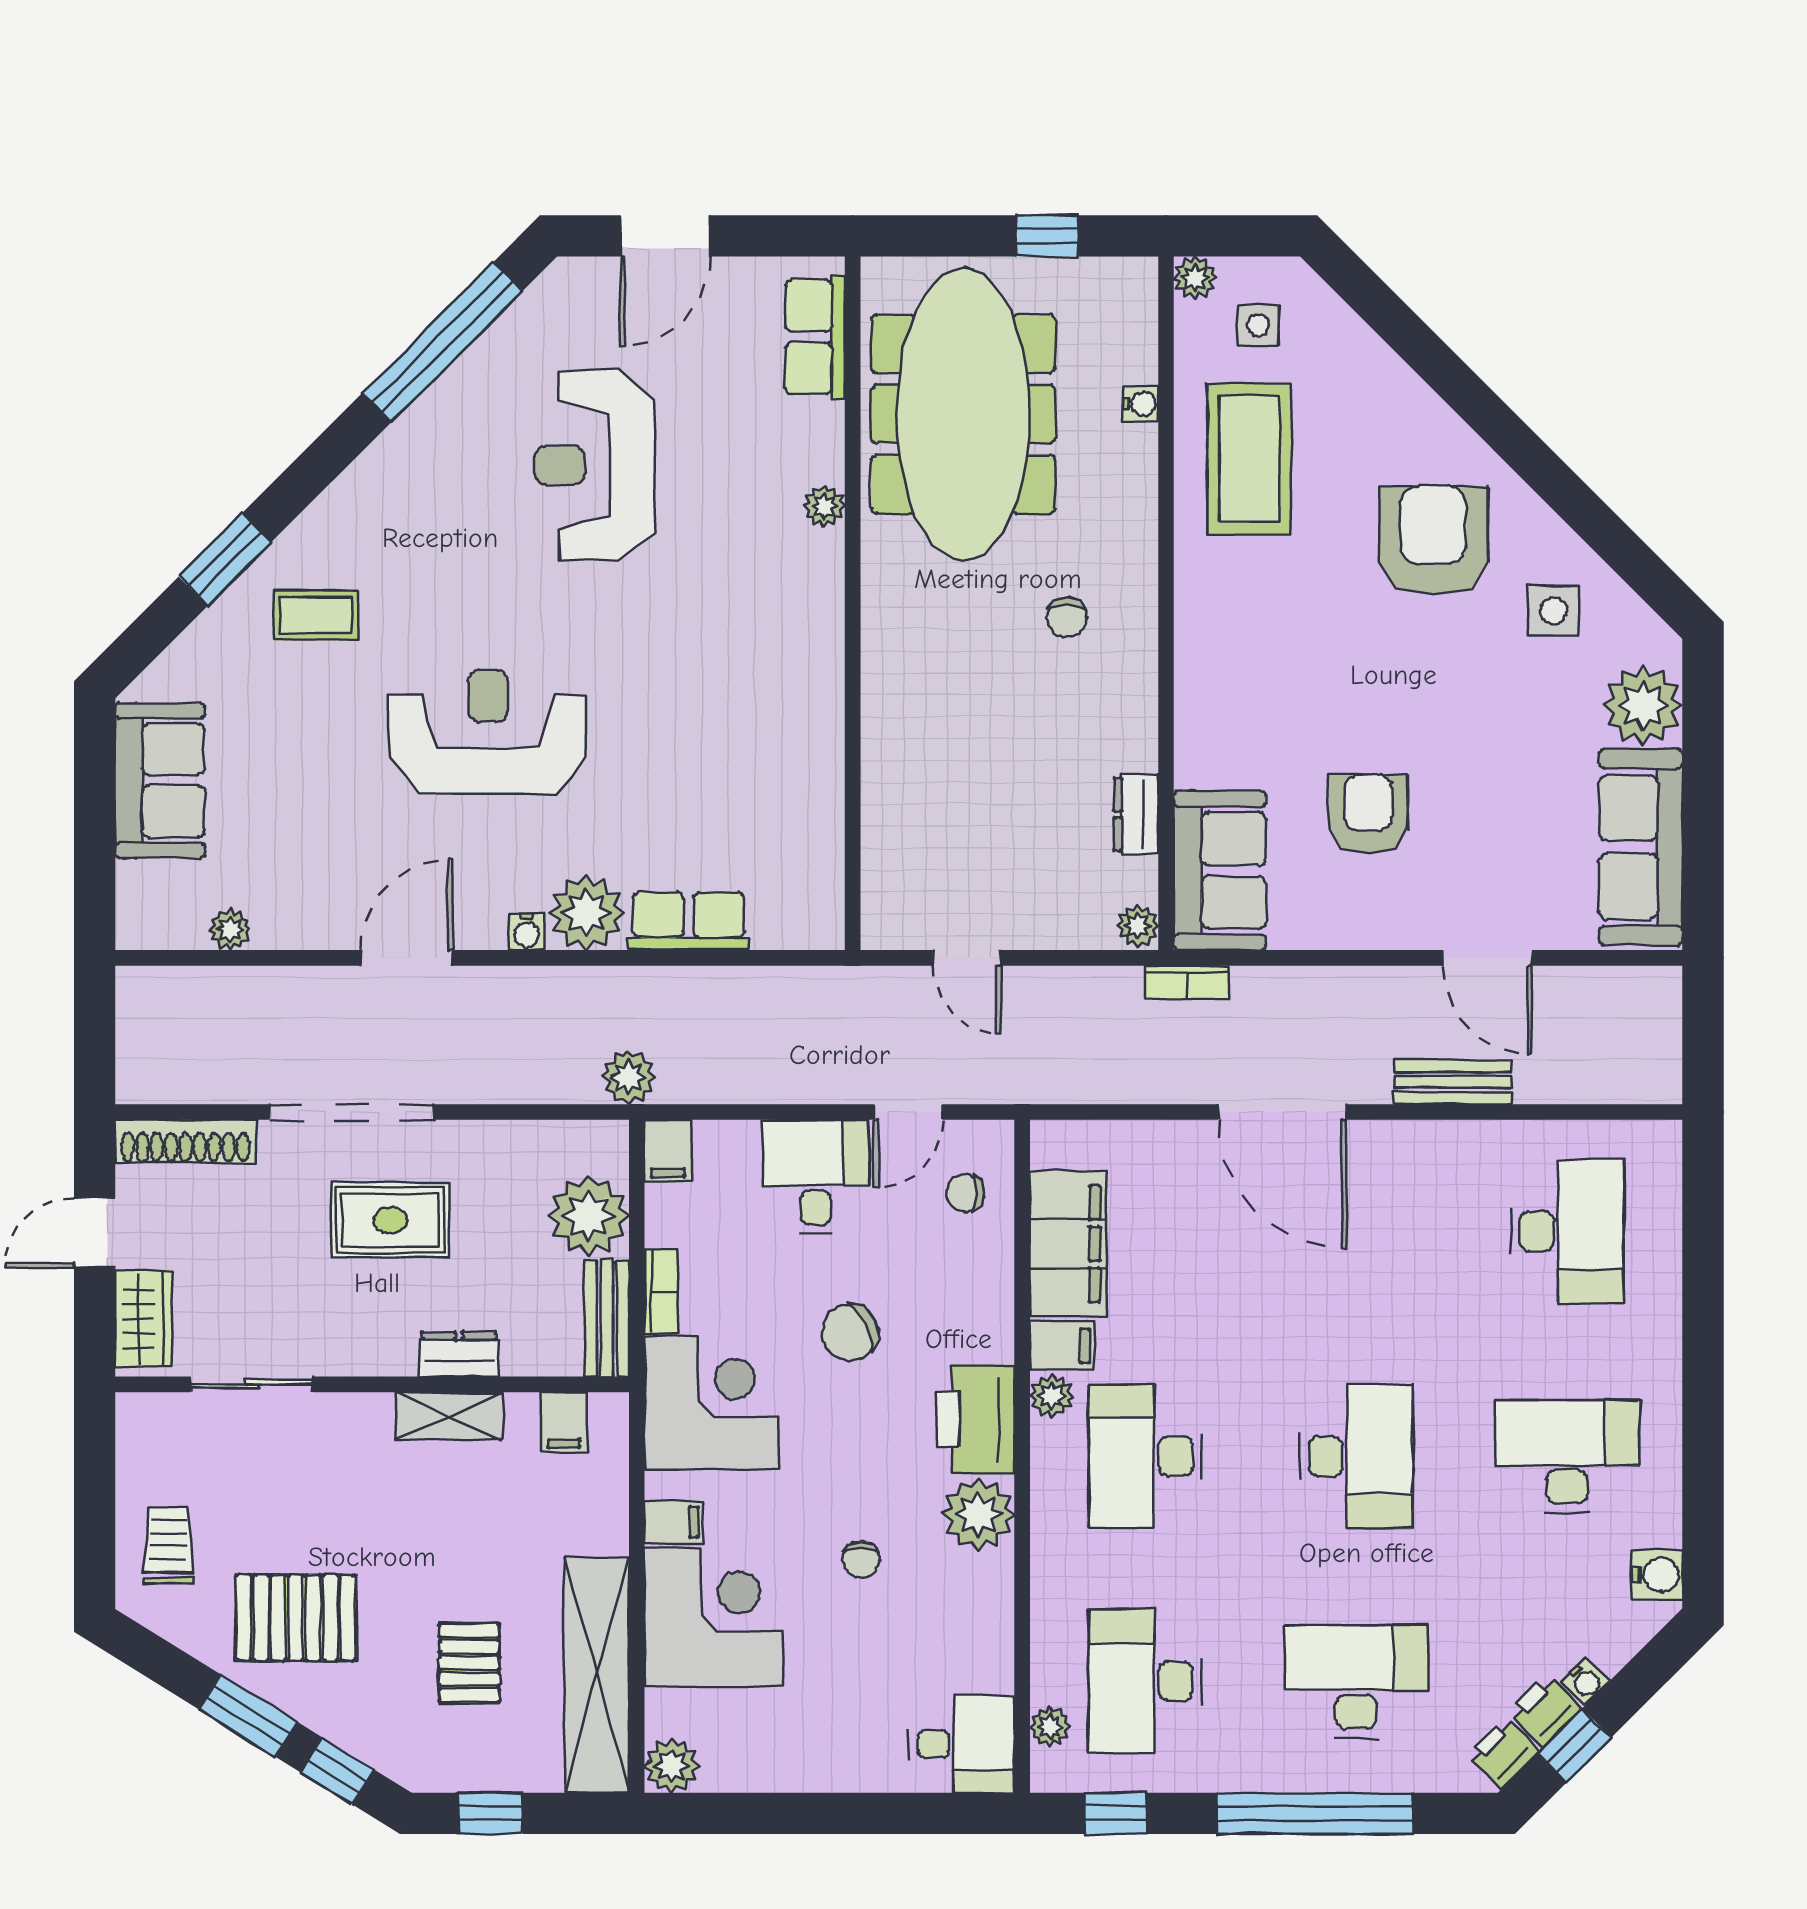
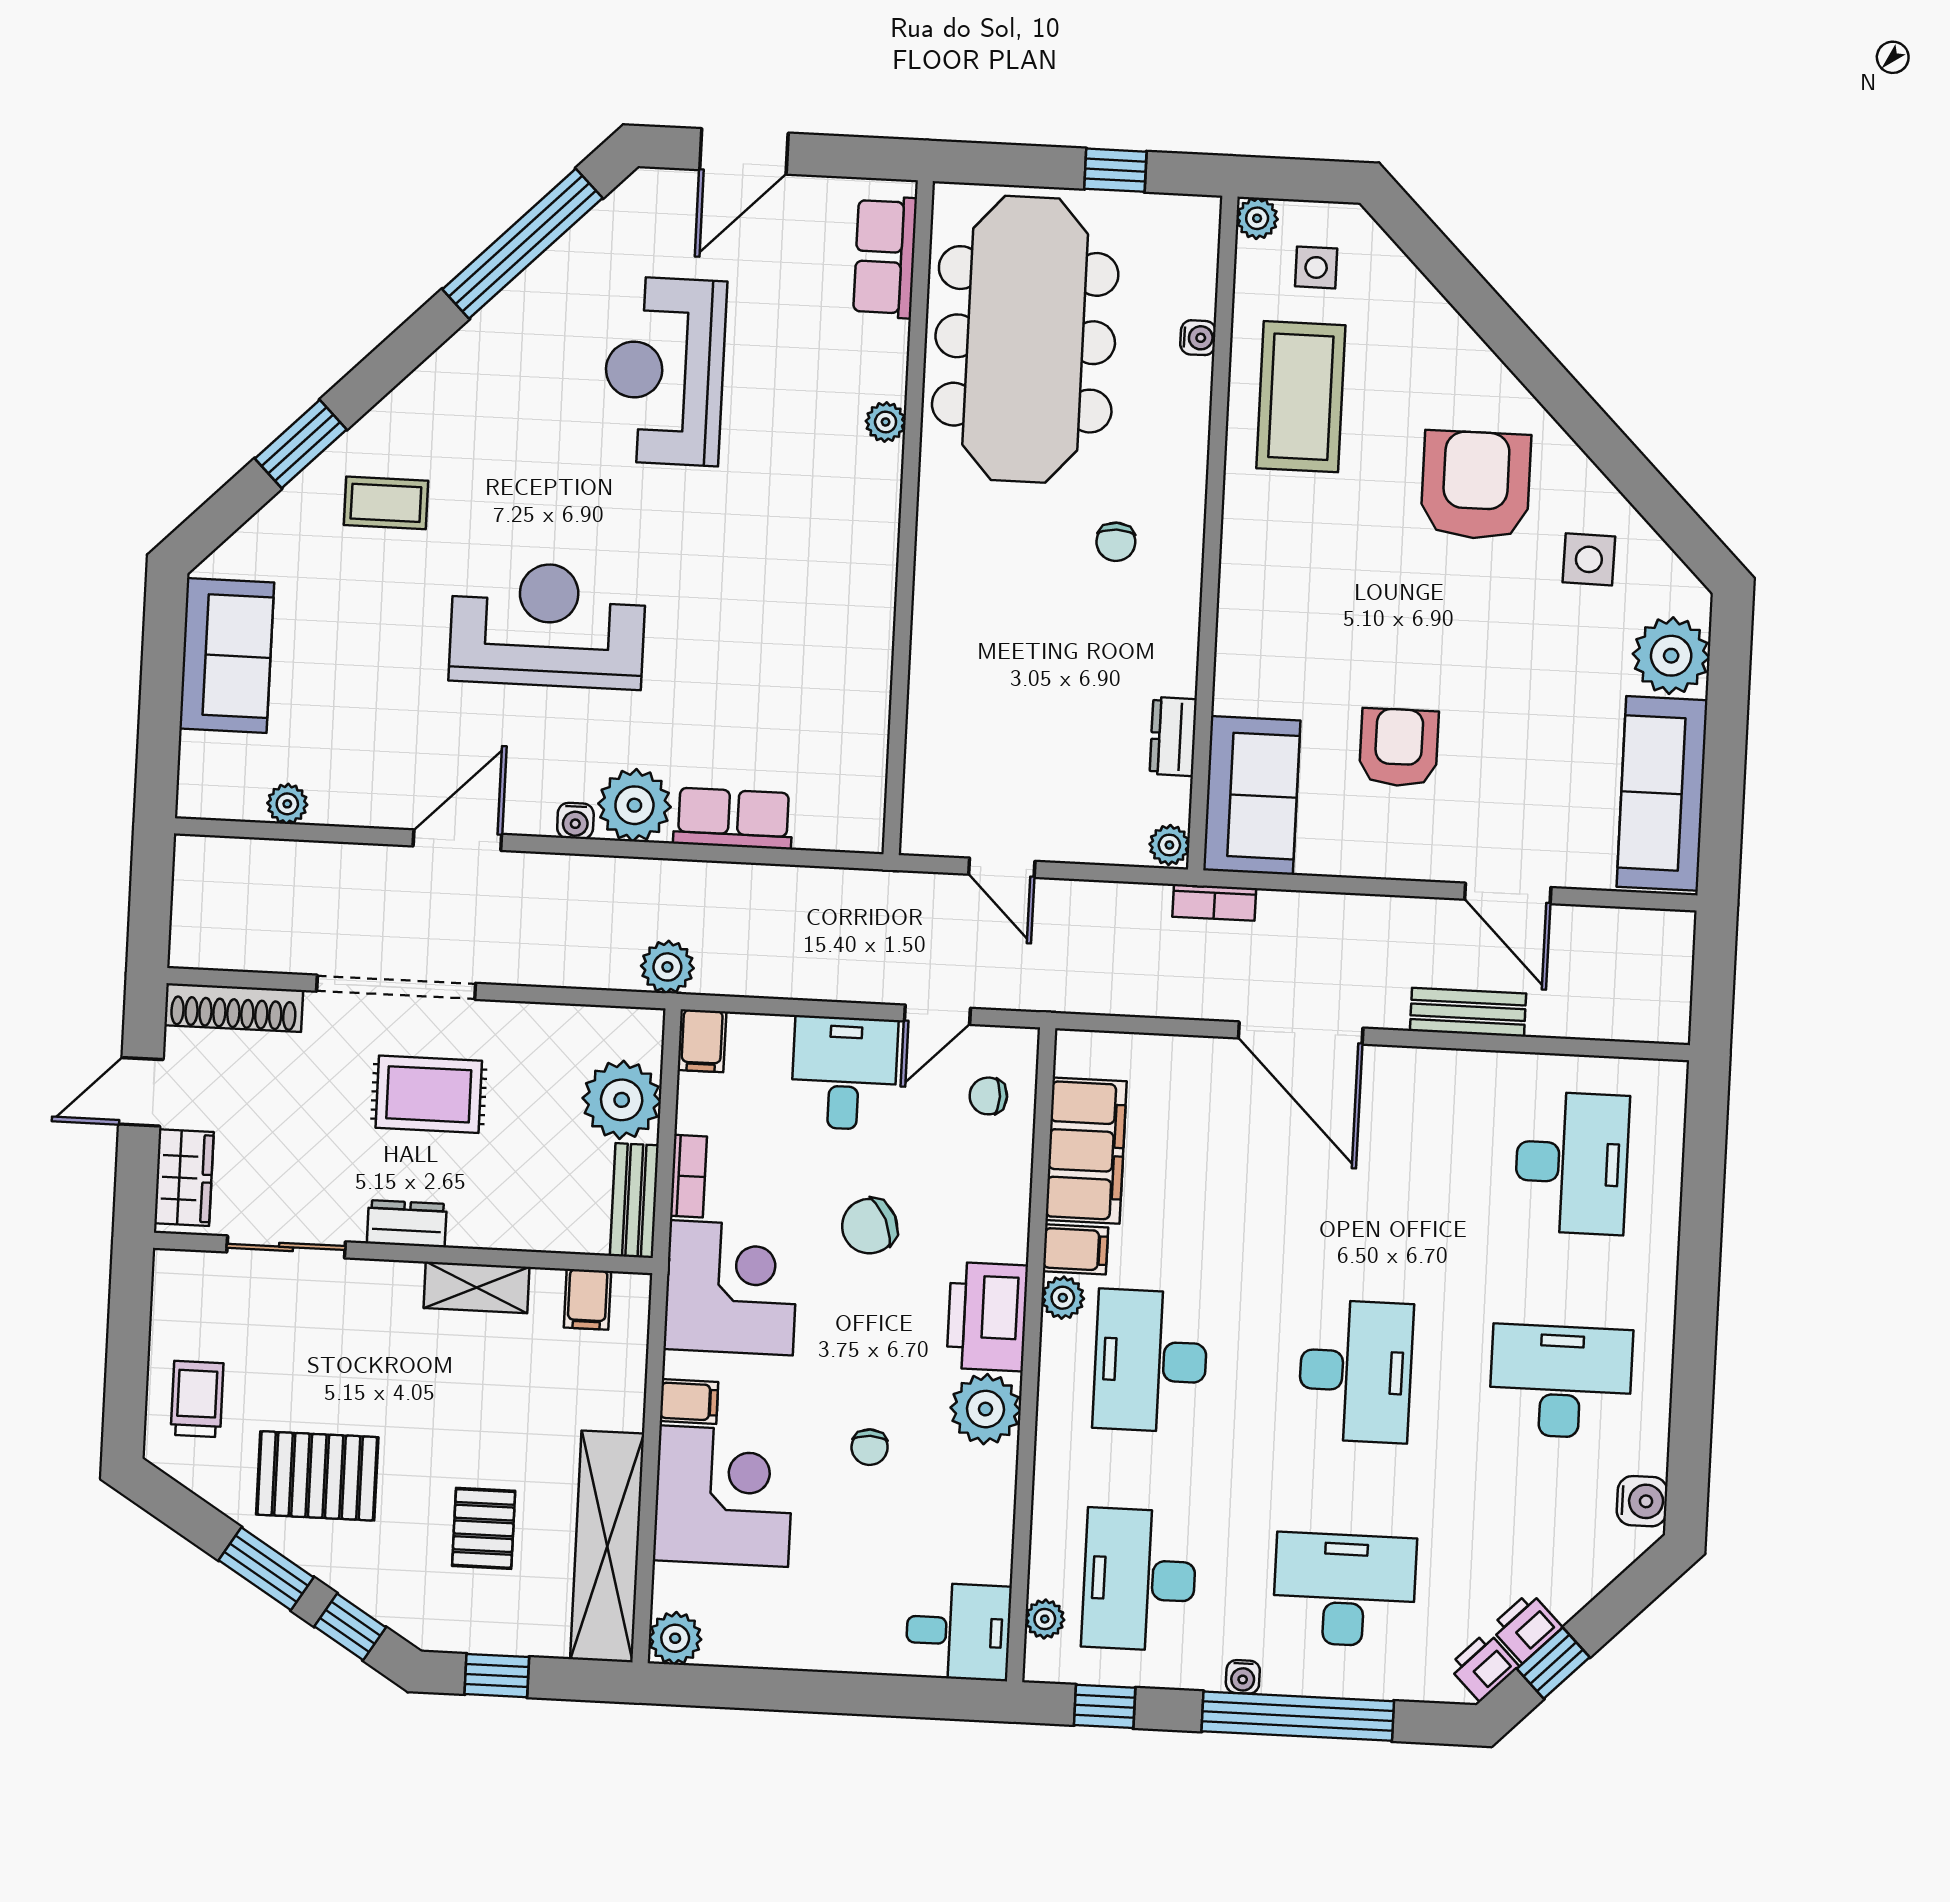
dresser: (459, 1354) -> (407, 1224), moved
water cooler: (1585, 1682) -> (1243, 1677), moved, turned 45

